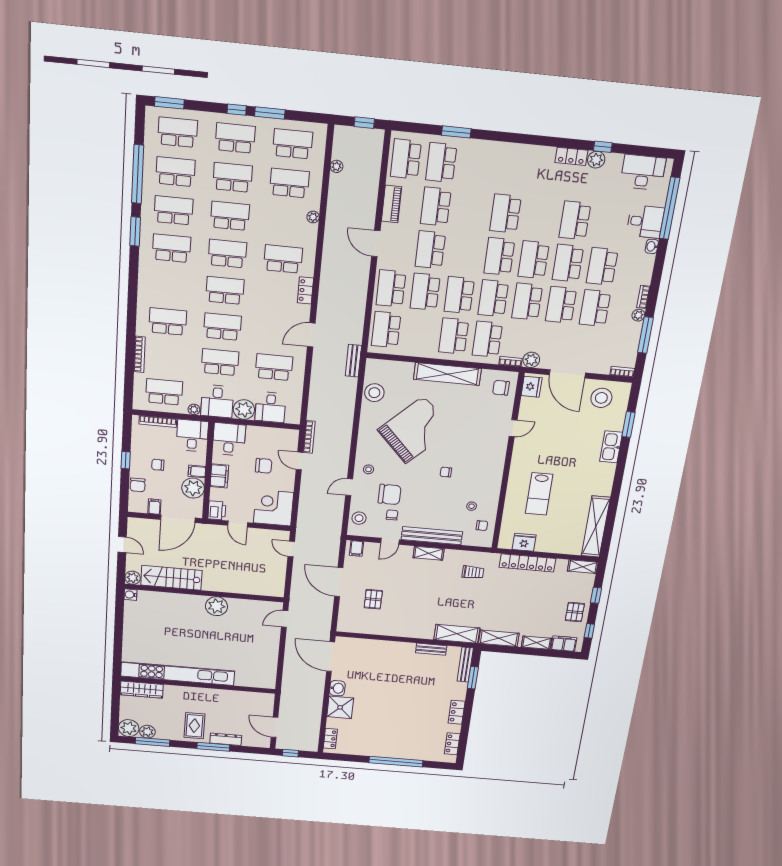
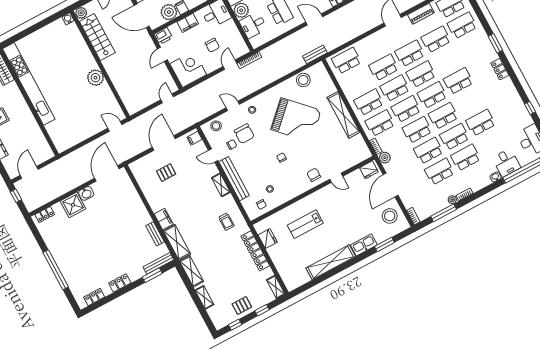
window: (456, 132) -> (495, 43), moved
locker: (571, 156) -> (500, 69), moved
plant: (596, 160) -> (521, 110), removed
school desk: (391, 288) -> (421, 74), moved
chair: (501, 388) -> (314, 175), moved
shelving: (596, 527) -> (331, 262), moved
filing cabinet: (564, 644) -> (164, 219), moved

